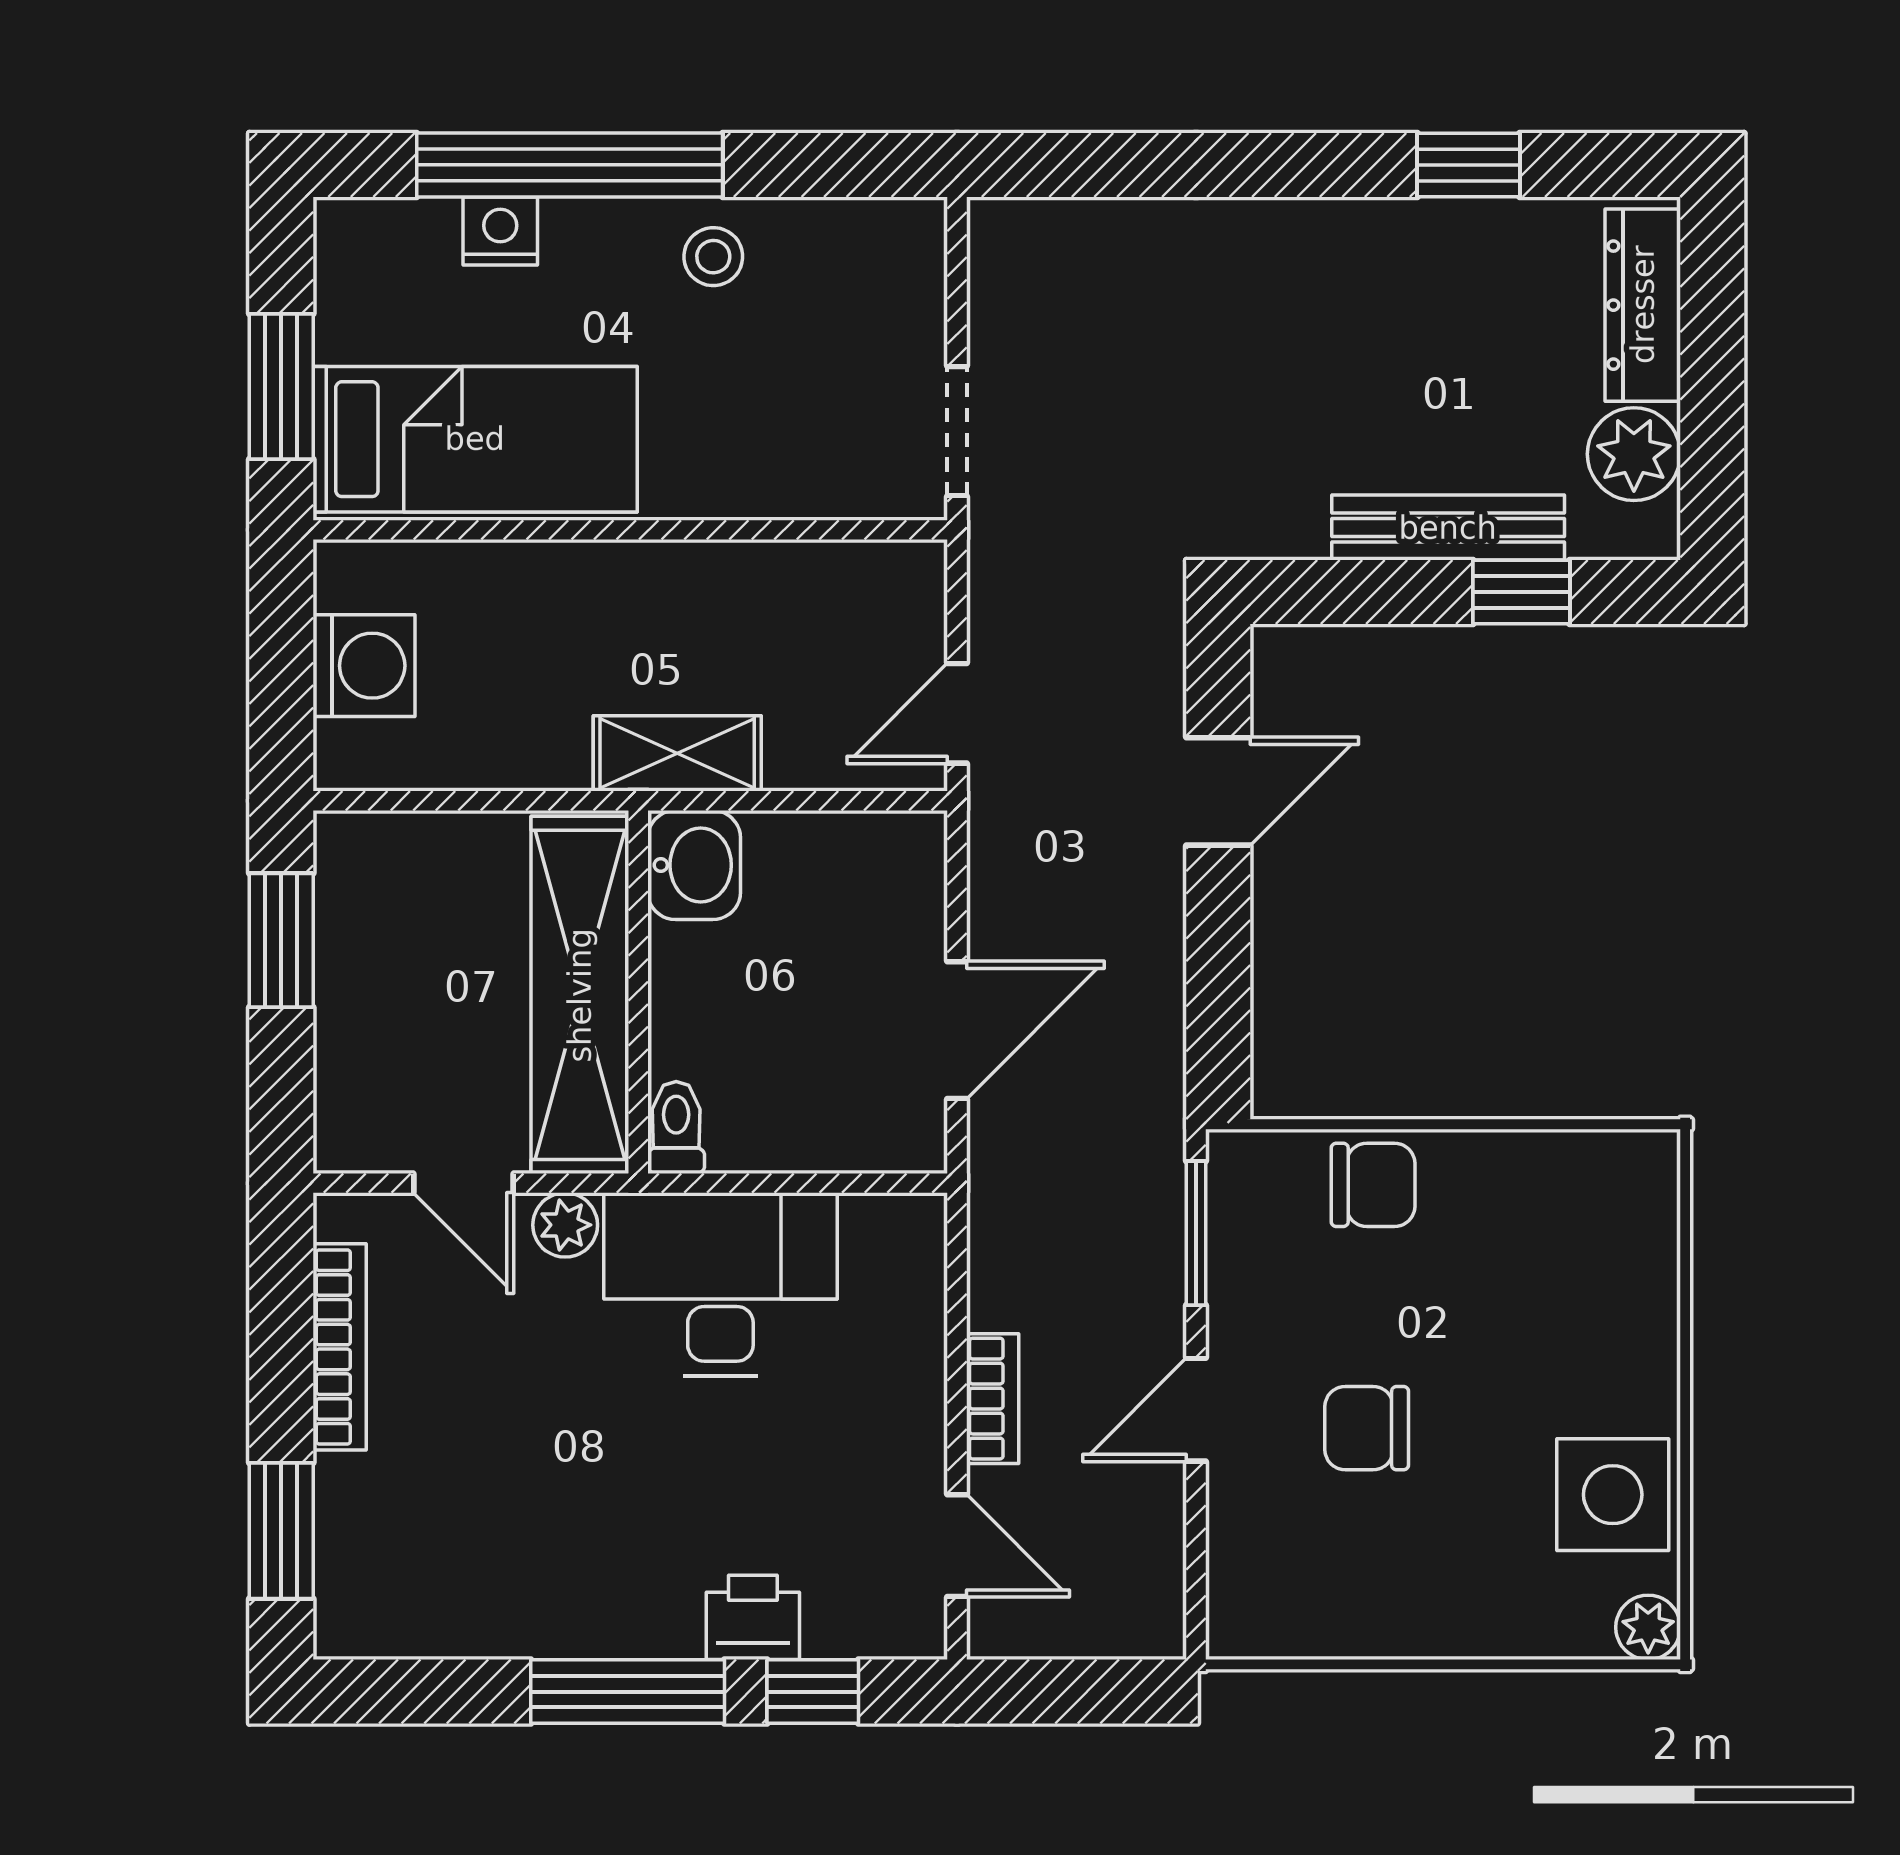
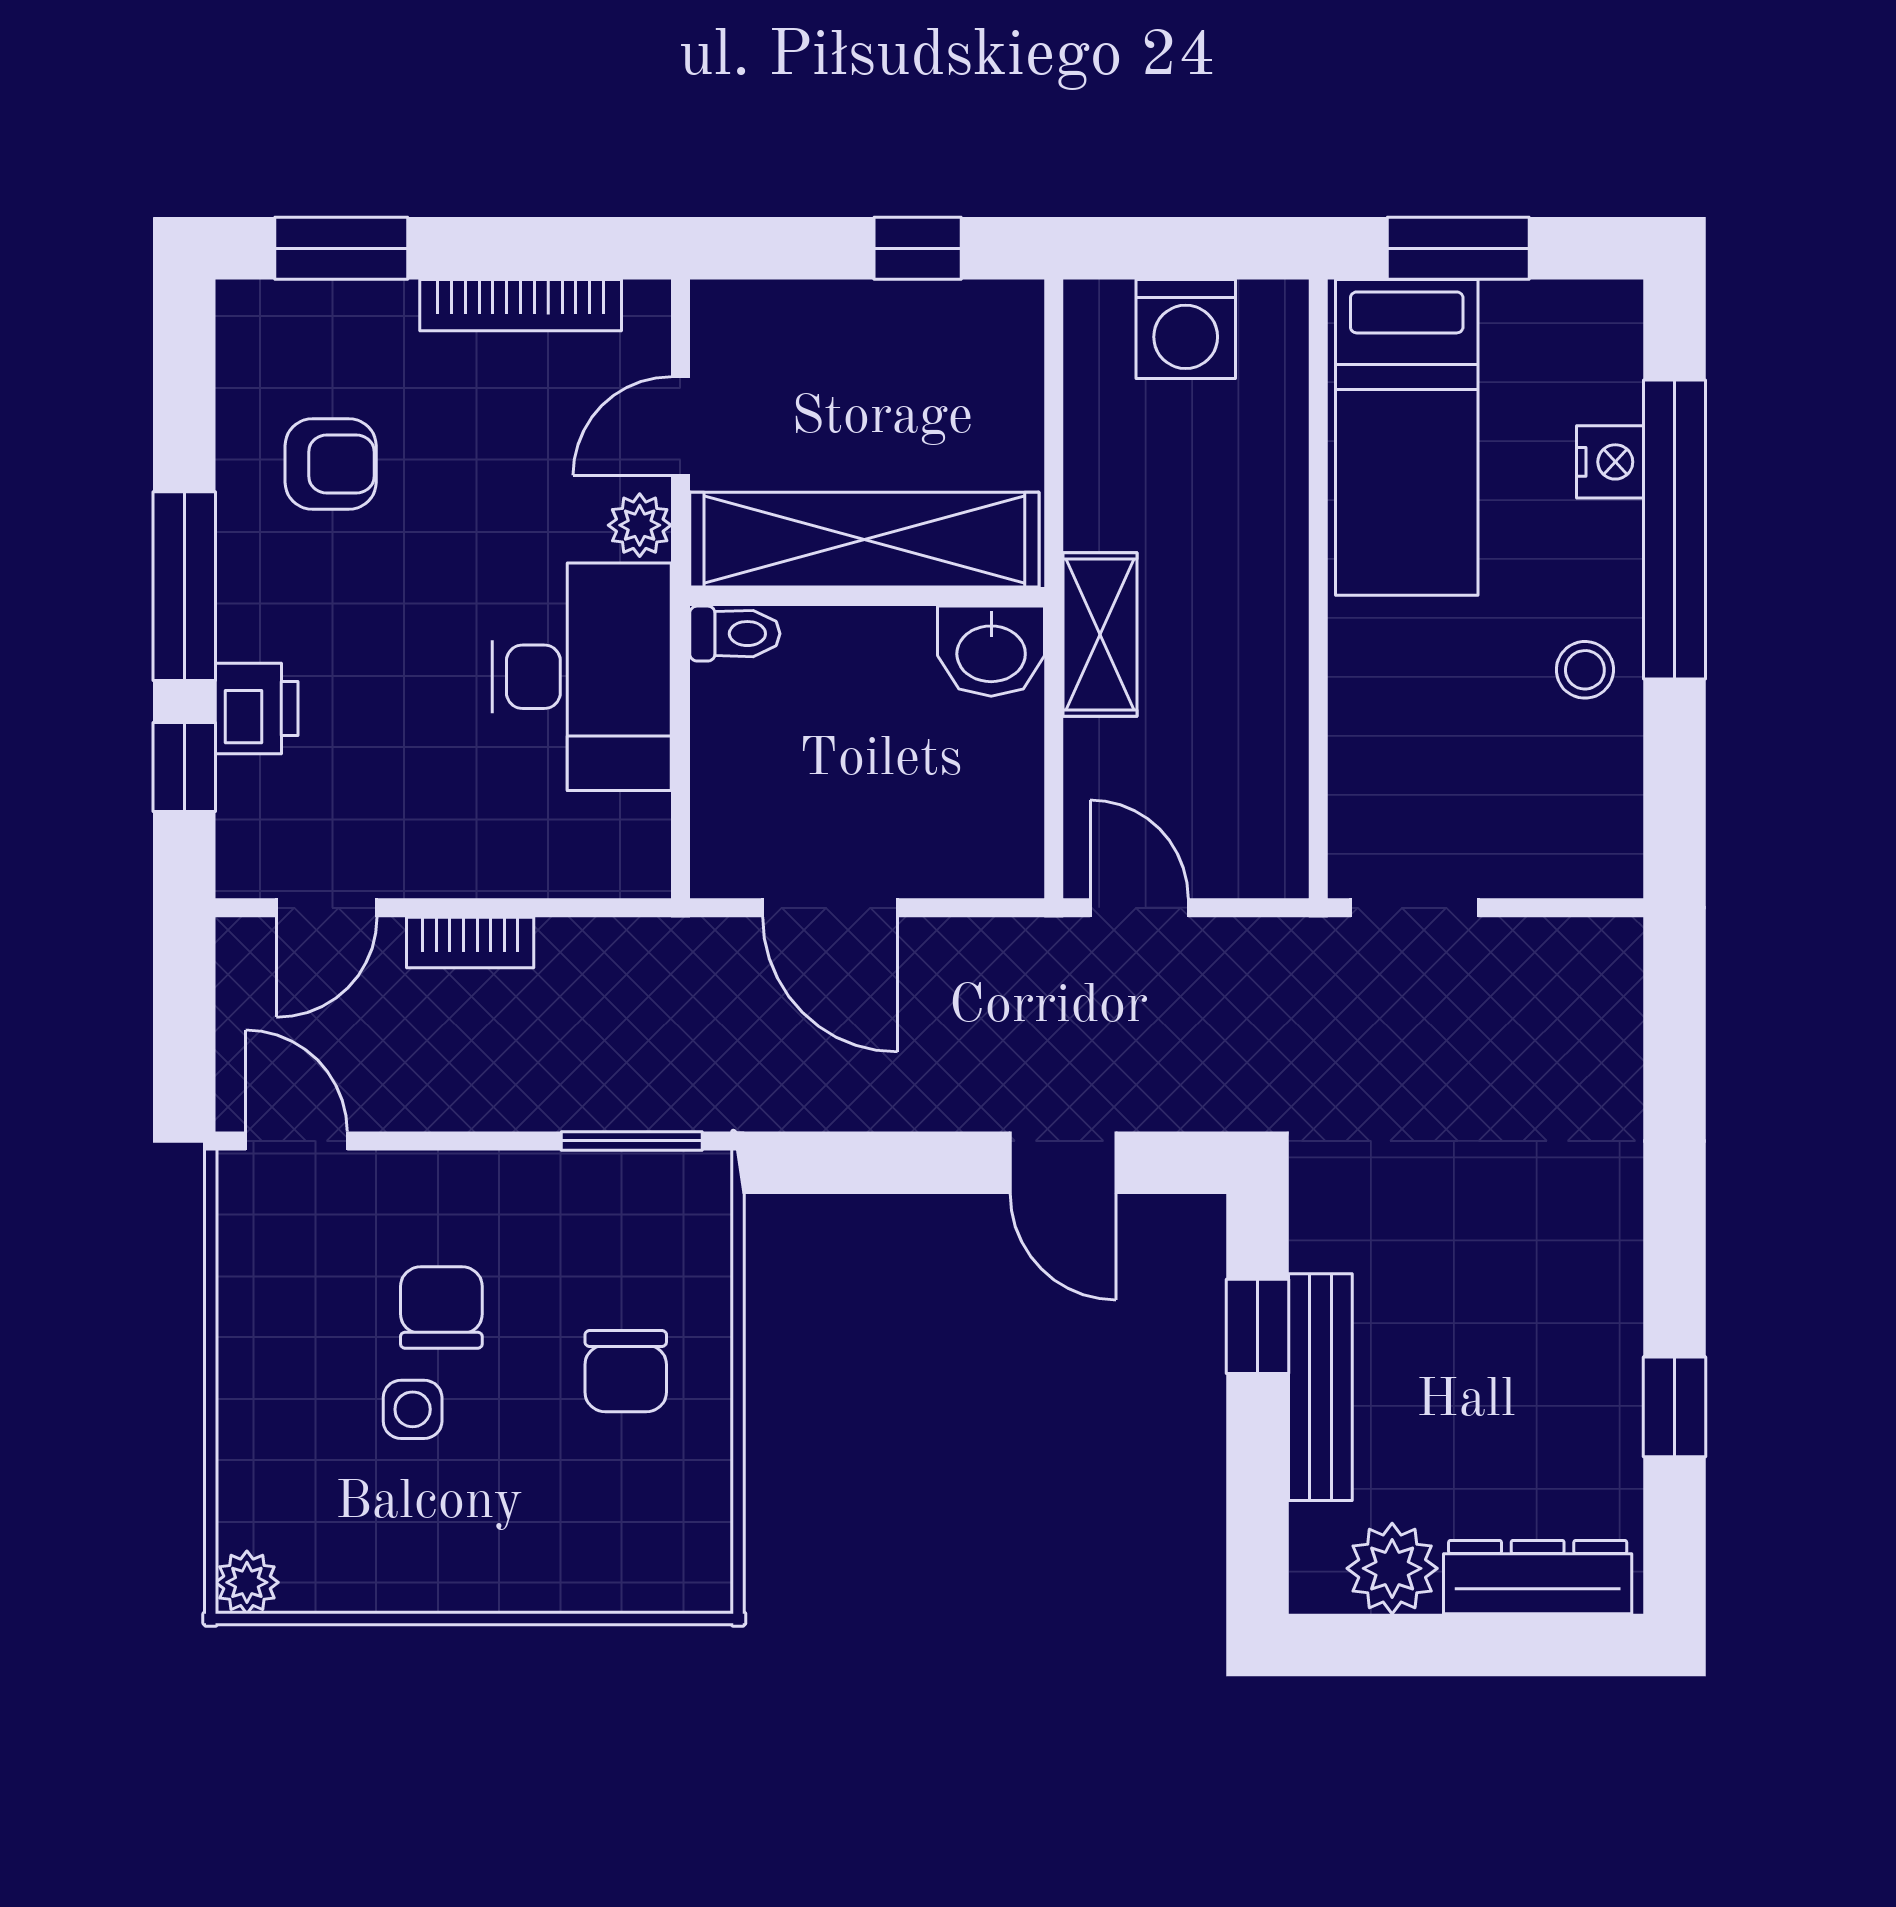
window: (1521, 592) -> (1258, 1326), moved
window: (281, 940) -> (918, 248), width x0.67
chair: (1373, 1185) -> (626, 1371), moved
door: (1196, 1410) -> (297, 1141), moved
side table: (1613, 1495) -> (413, 1409), moved, width x0.54, depth x0.54
armchair: (502, 1542) -> (331, 464), added

